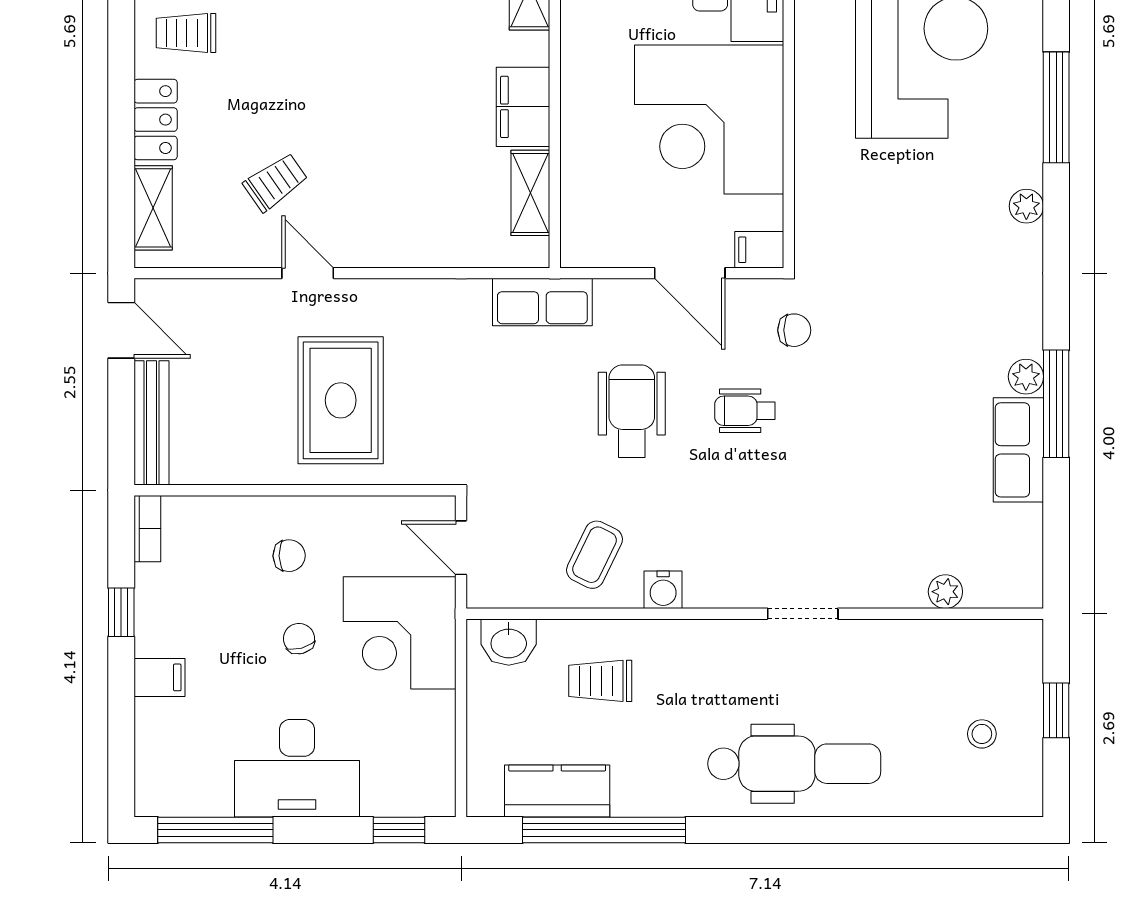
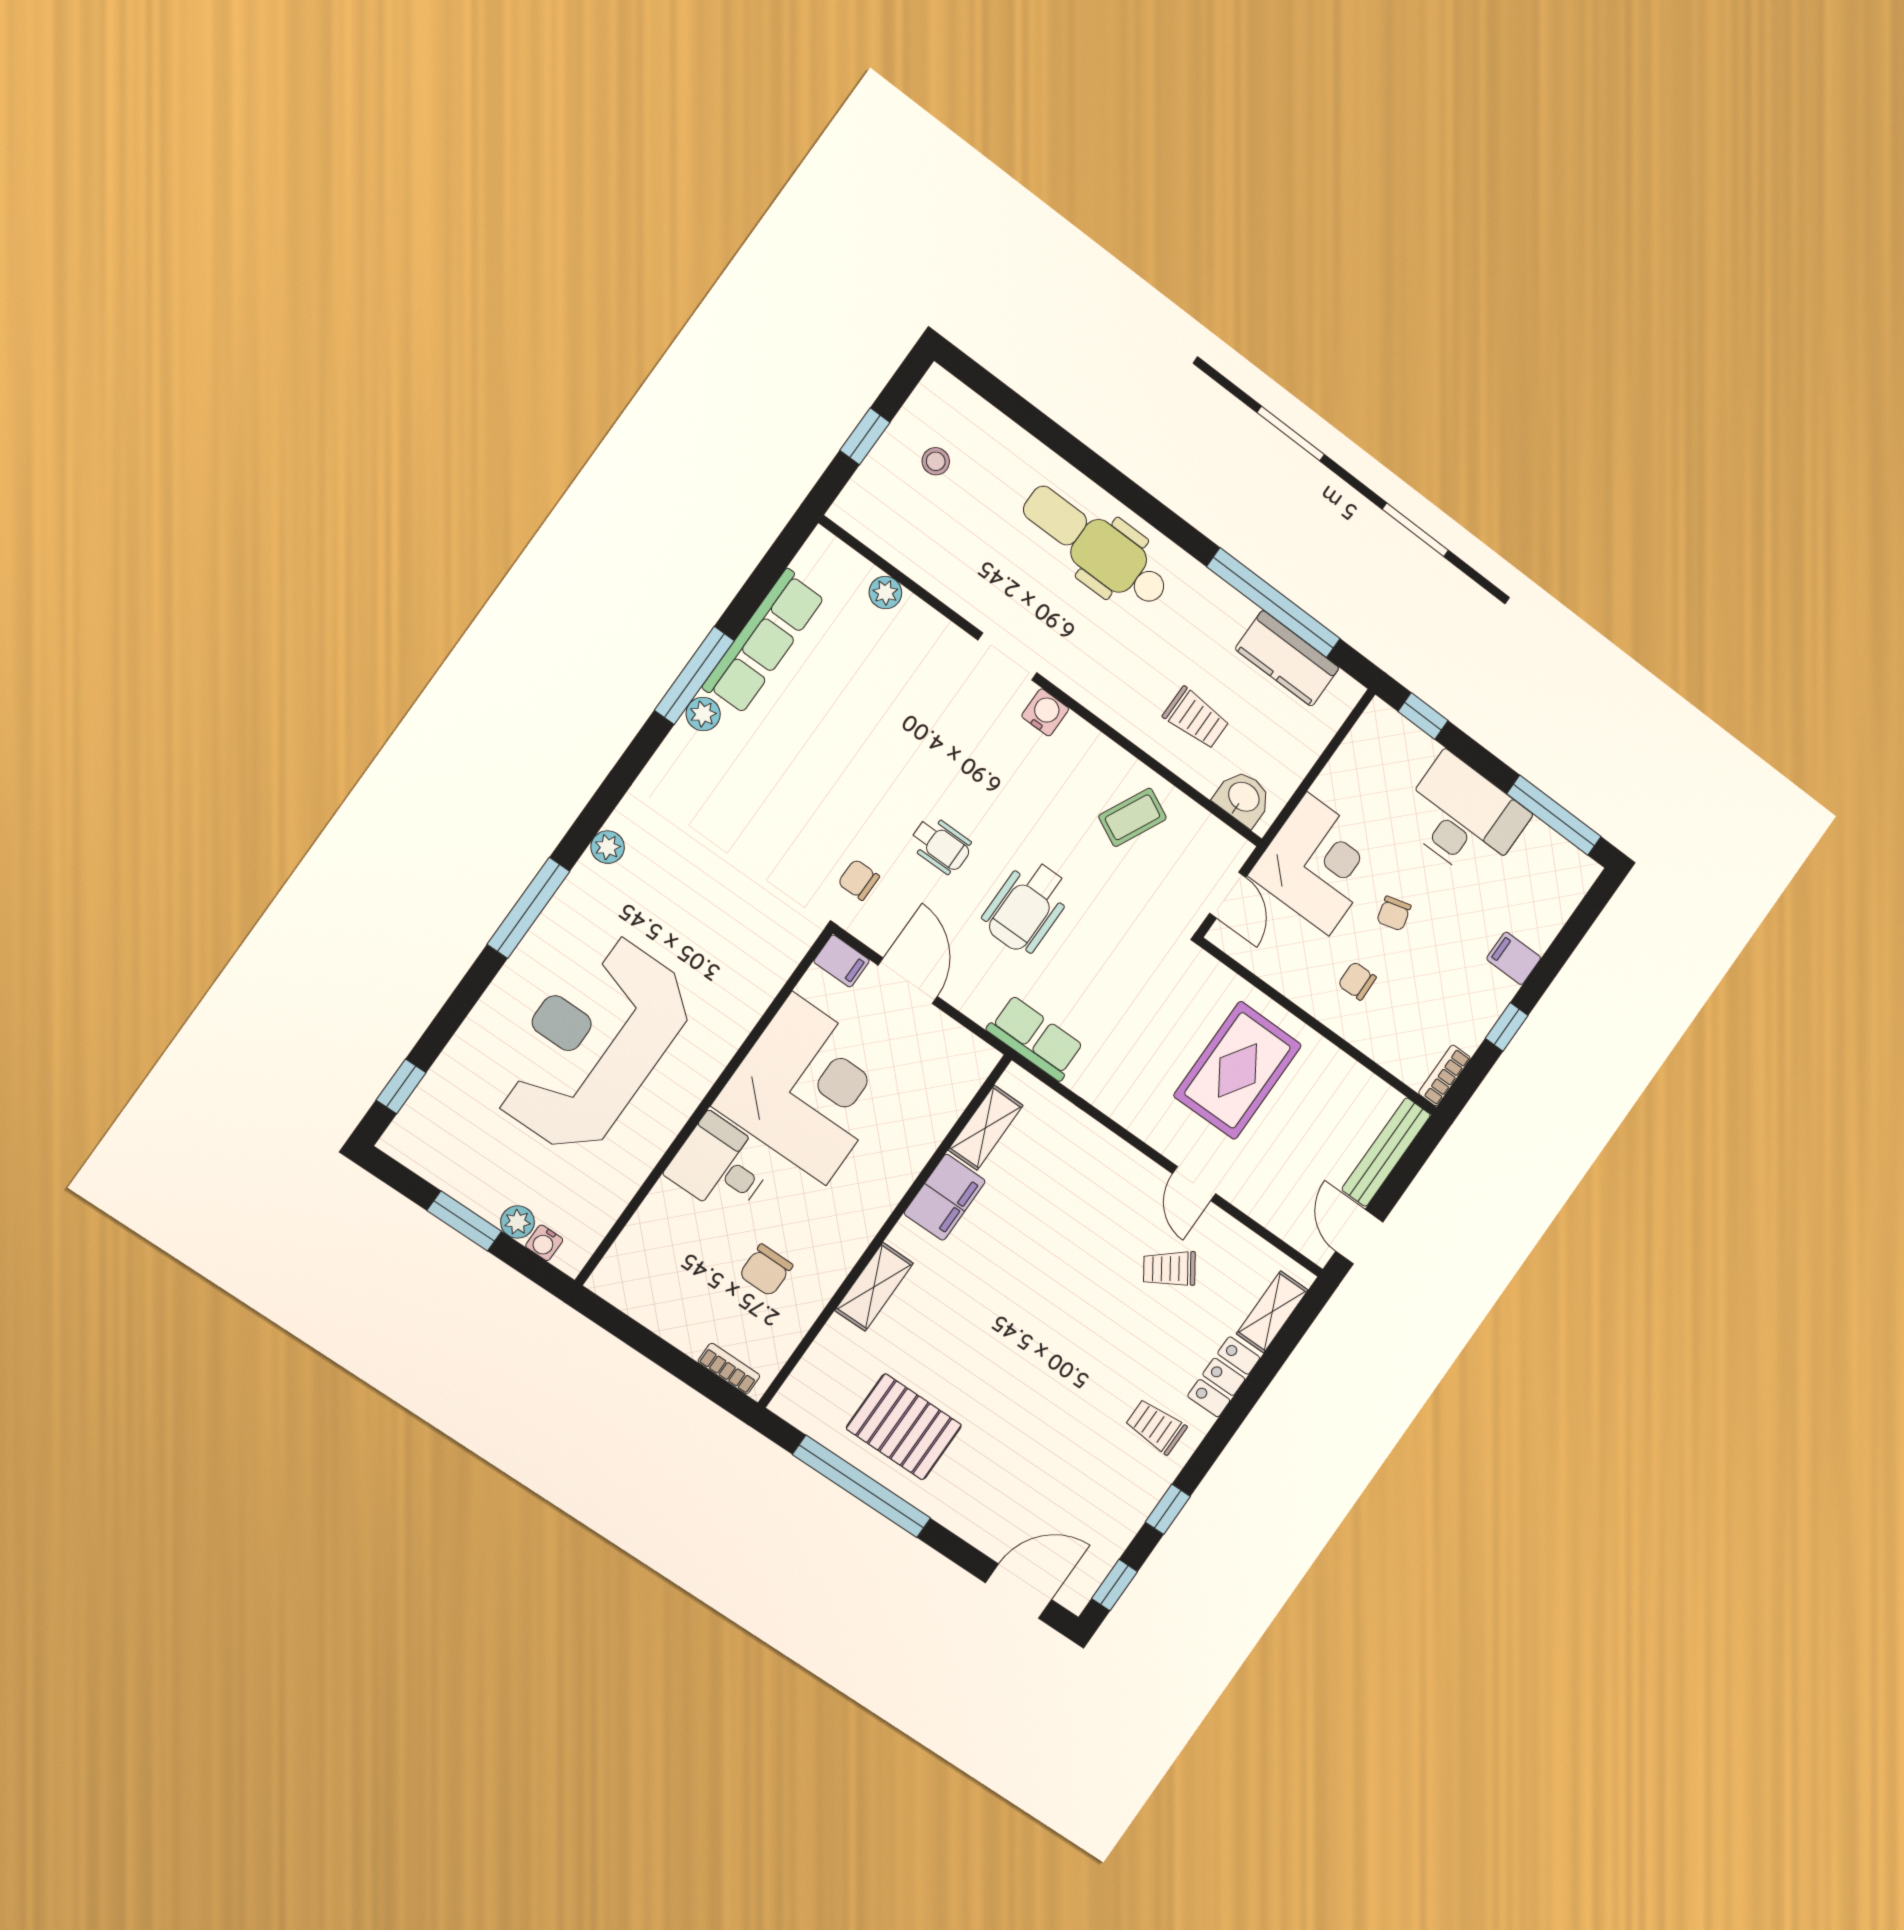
trolley: (186, 33) -> (1156, 1426), turned 180
row of seats: (1018, 450) -> (764, 642), width x1.48
water cooler: (663, 590) -> (1045, 712), moved

